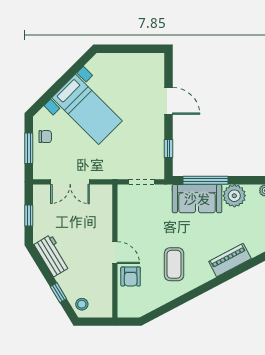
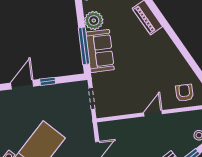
window: (168, 148) -> (48, 81), moved
coffee table: (174, 264) -> (157, 63), removed
armchair: (131, 277) -> (184, 93), moved, turned -90

